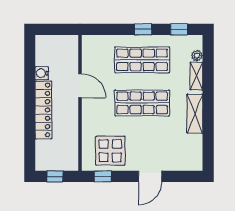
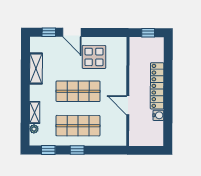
shelving: (195, 114) -> (36, 69), moved
display table: (110, 151) -> (94, 57), moved
window: (103, 176) -> (49, 32), moved
door: (150, 176) -> (72, 32), swing flipped

